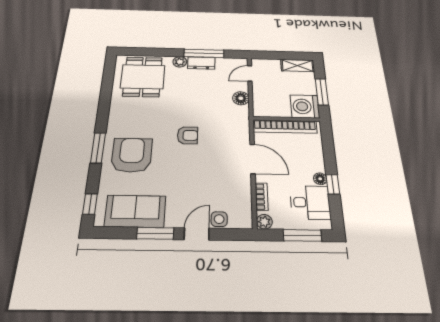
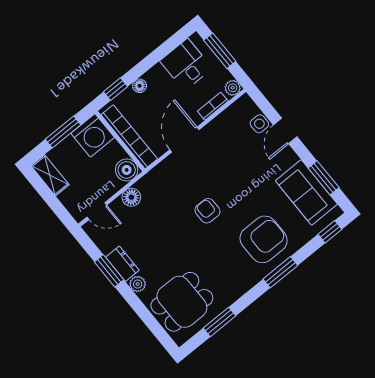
window: (204, 53) -> (109, 271), width x0.69
window: (107, 87) -> (219, 322), added
boiler: (262, 109) -> (127, 170), added
armchair: (132, 155) -> (264, 239), turned 180
floor lamp: (320, 179) -> (140, 86), moved
window: (333, 184) -> (115, 89), moved
window: (155, 233) -> (324, 178), moved
door: (197, 234) -> (285, 131), hinge flipped

